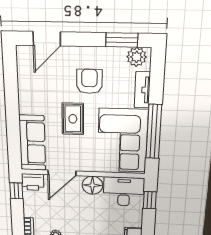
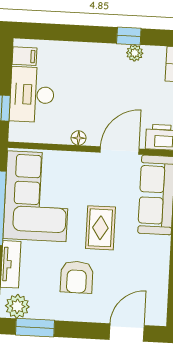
floor lamp: (92, 185) -> (79, 138), width x0.53, depth x0.53
desk: (124, 192) -> (32, 95), moved, turned 90

